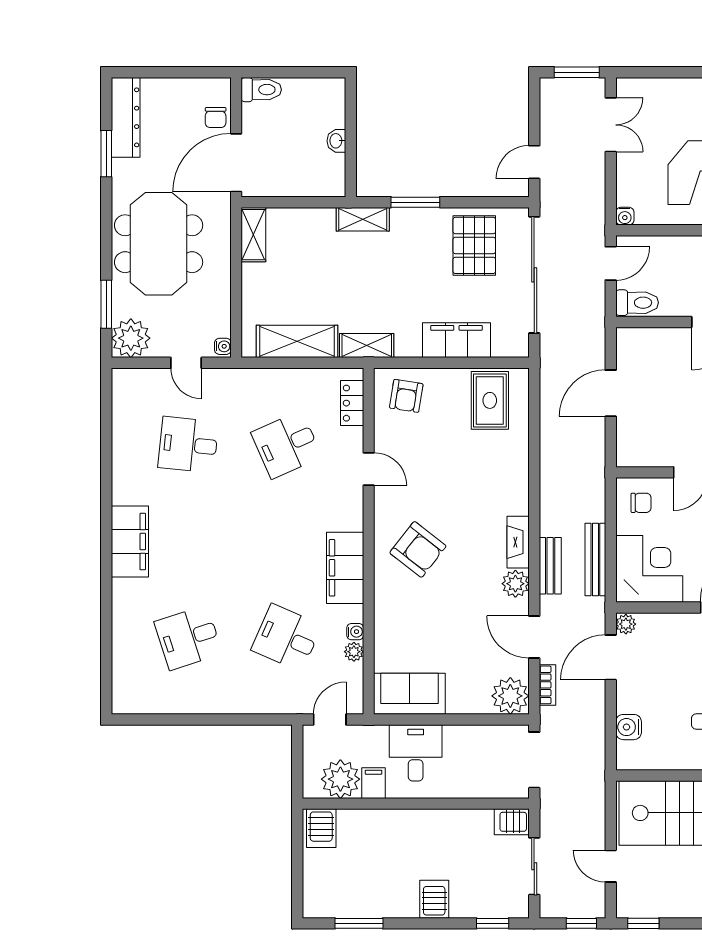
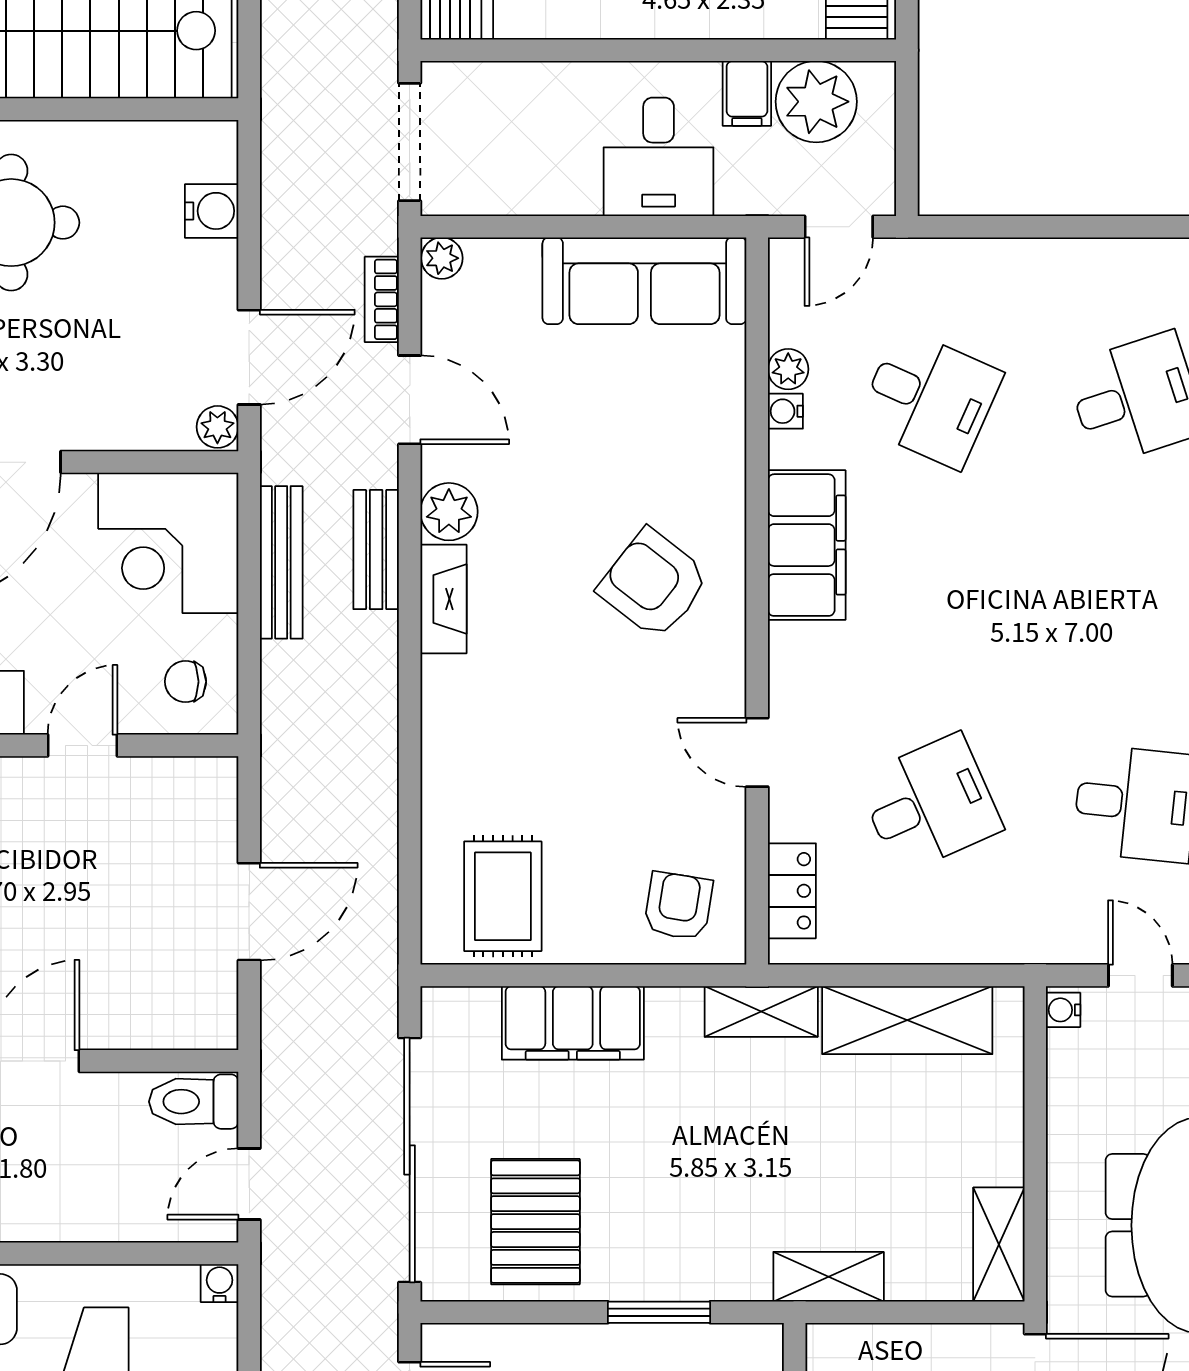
shelving: (363, 219) -> (829, 1277), moved
sofa: (409, 694) -> (644, 281), width x1.36
plant: (510, 696) -> (442, 258), width x0.53, depth x0.53

